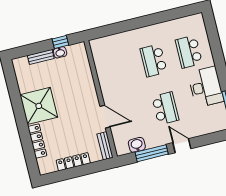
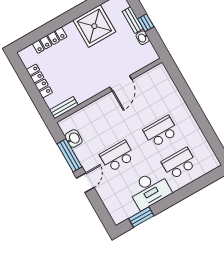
window: (60, 42) -> (146, 23), moved
shower: (39, 106) -> (94, 26), moved
school desk: (165, 108) -> (117, 156), turned 180
door: (105, 117) -> (121, 83), moved

